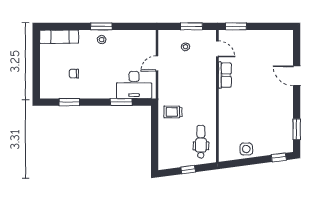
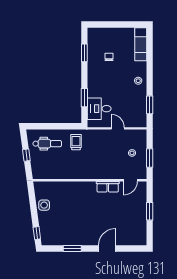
window: (101, 26) -> (150, 105), moved
window: (236, 26) -> (150, 211), moved
desk: (134, 85) -> (99, 109), width x0.73
window: (297, 129) -> (72, 248), moved
dental chair: (201, 142) -> (47, 144), moved

